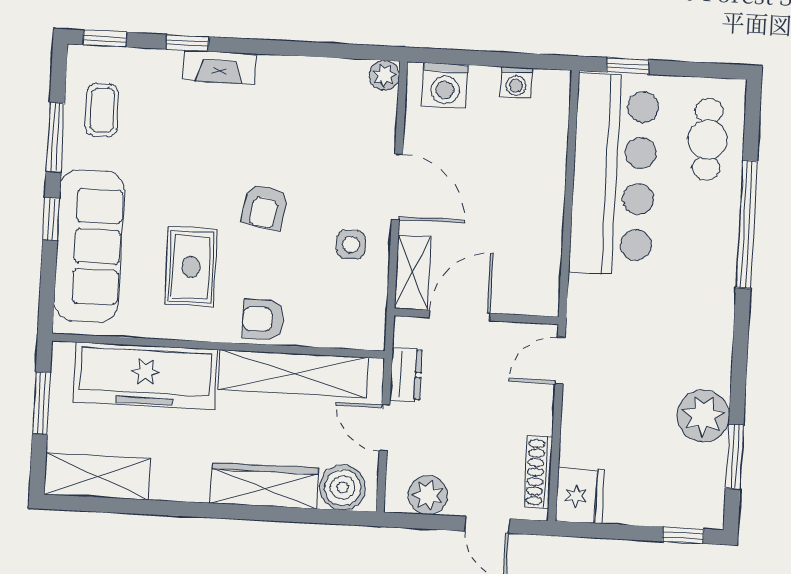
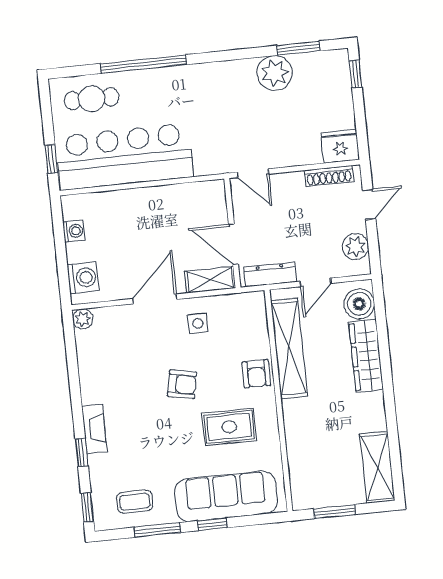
dresser: (406, 374) -> (270, 275), width x1.44
freezer: (145, 376) -> (306, 446), removed

